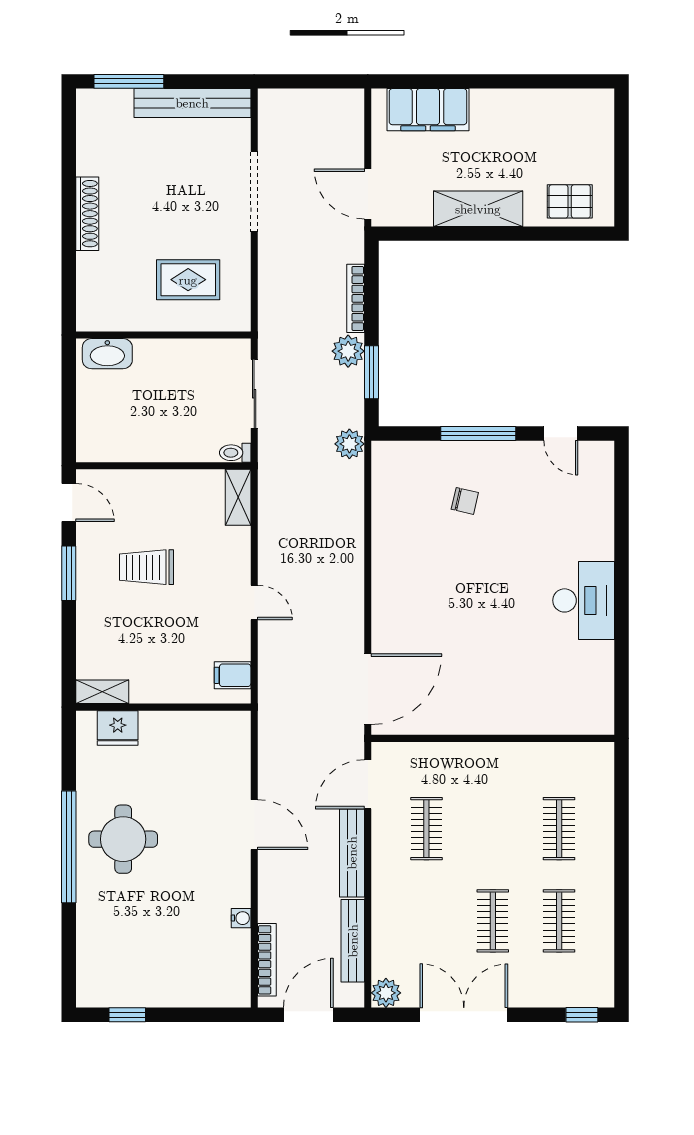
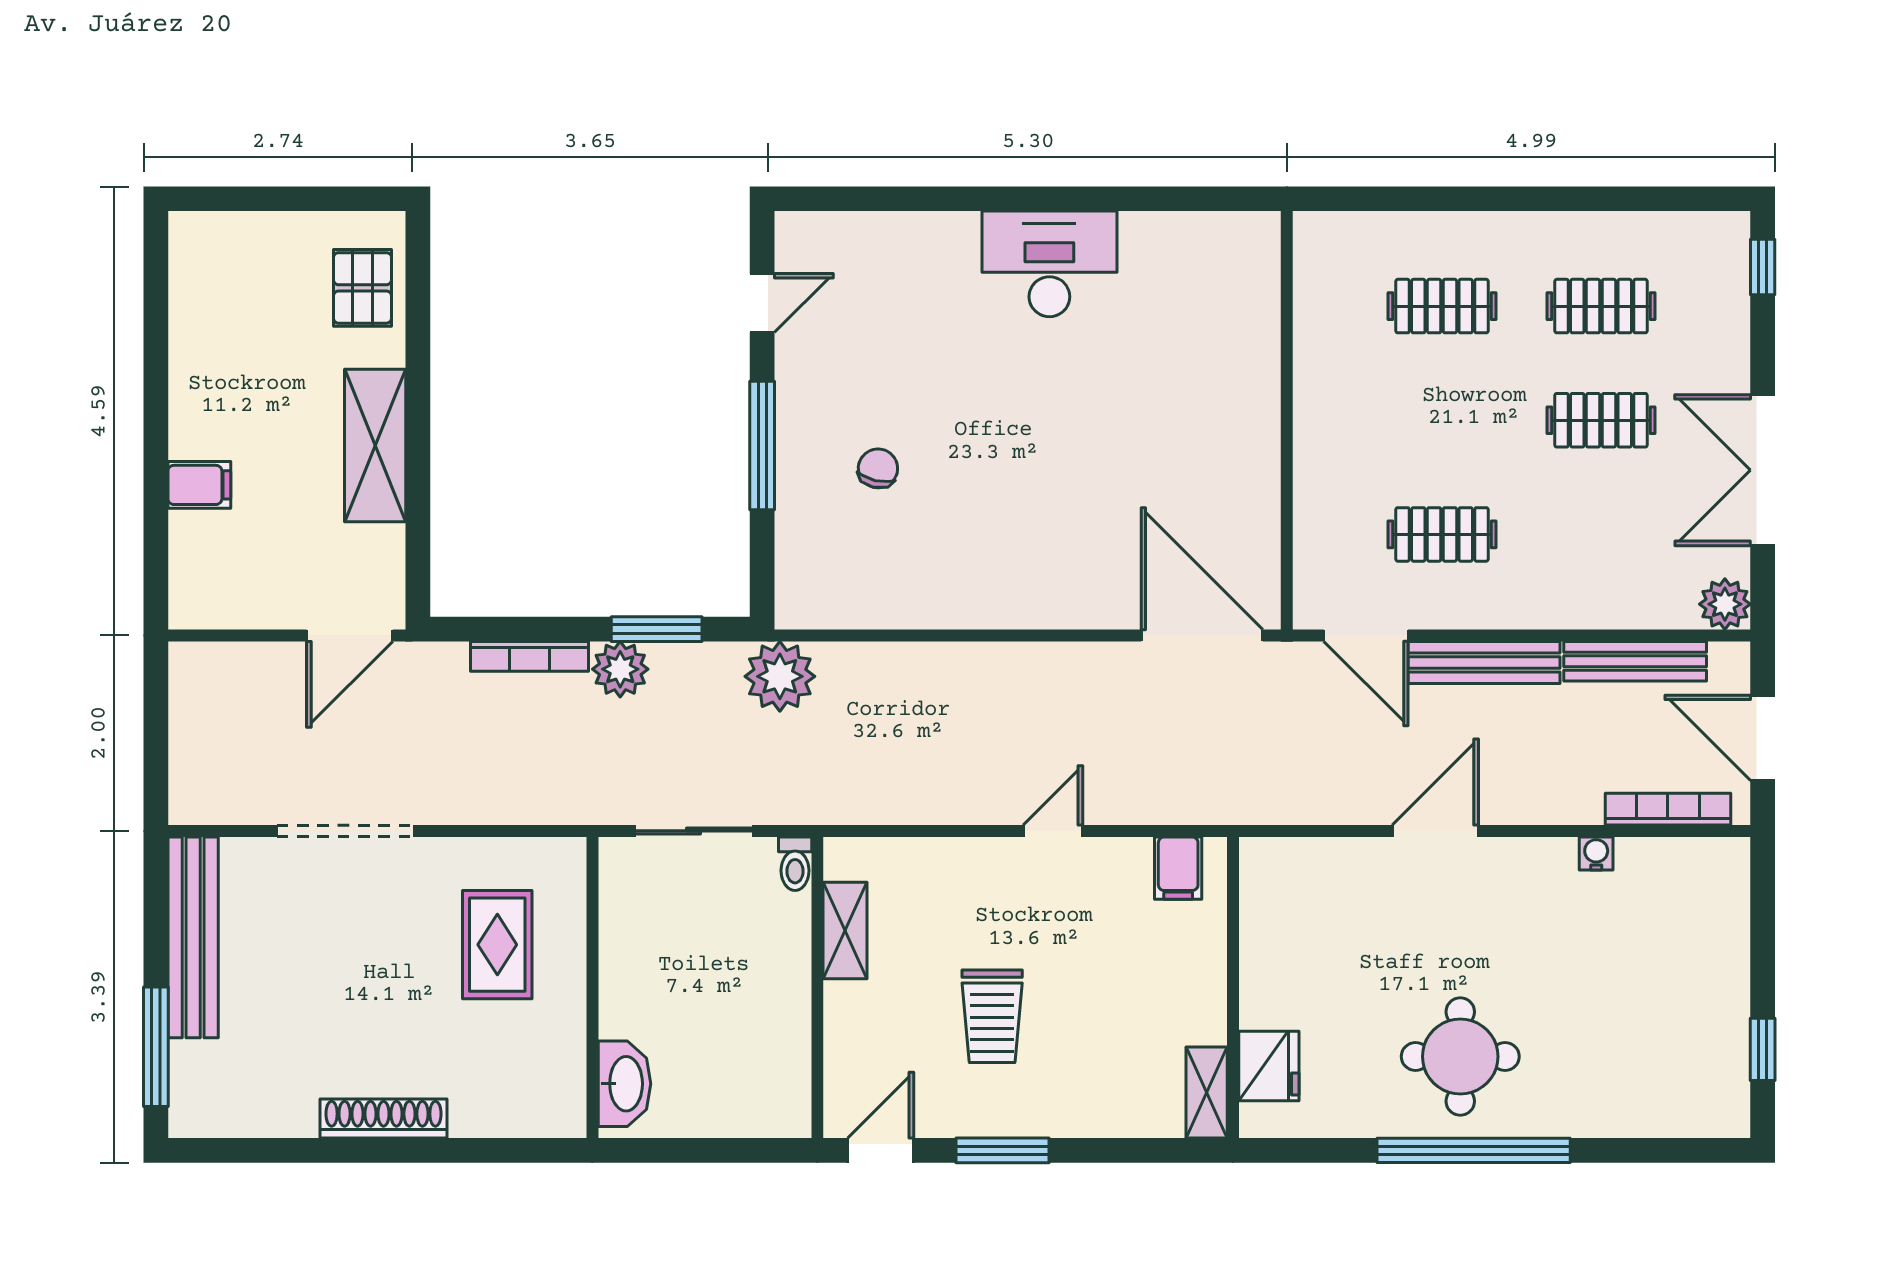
filing cabinet: (428, 110) -> (199, 485), width x0.33, depth x0.86
plant: (349, 444) -> (780, 676), width x1.36, depth x1.36
shelving: (238, 497) -> (845, 931), moved, turned 90

